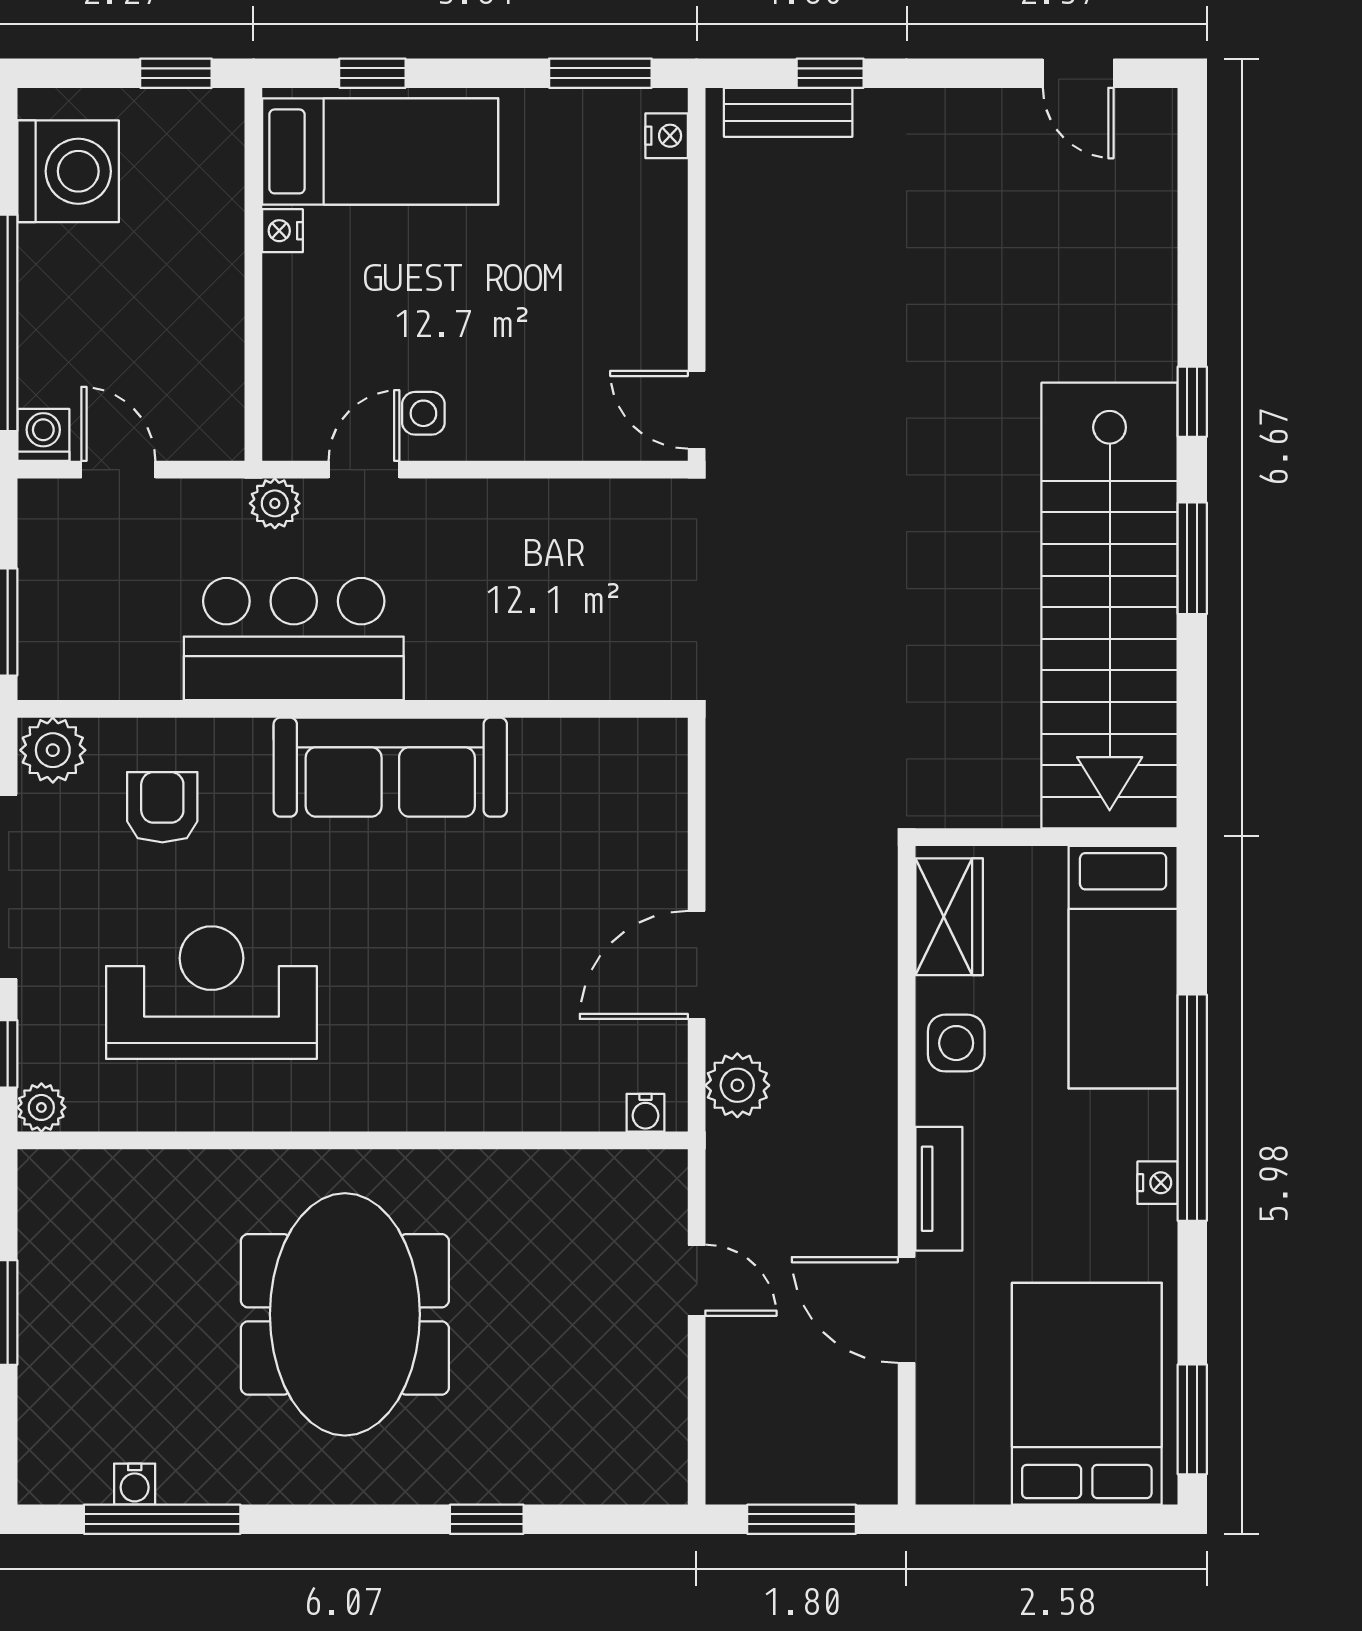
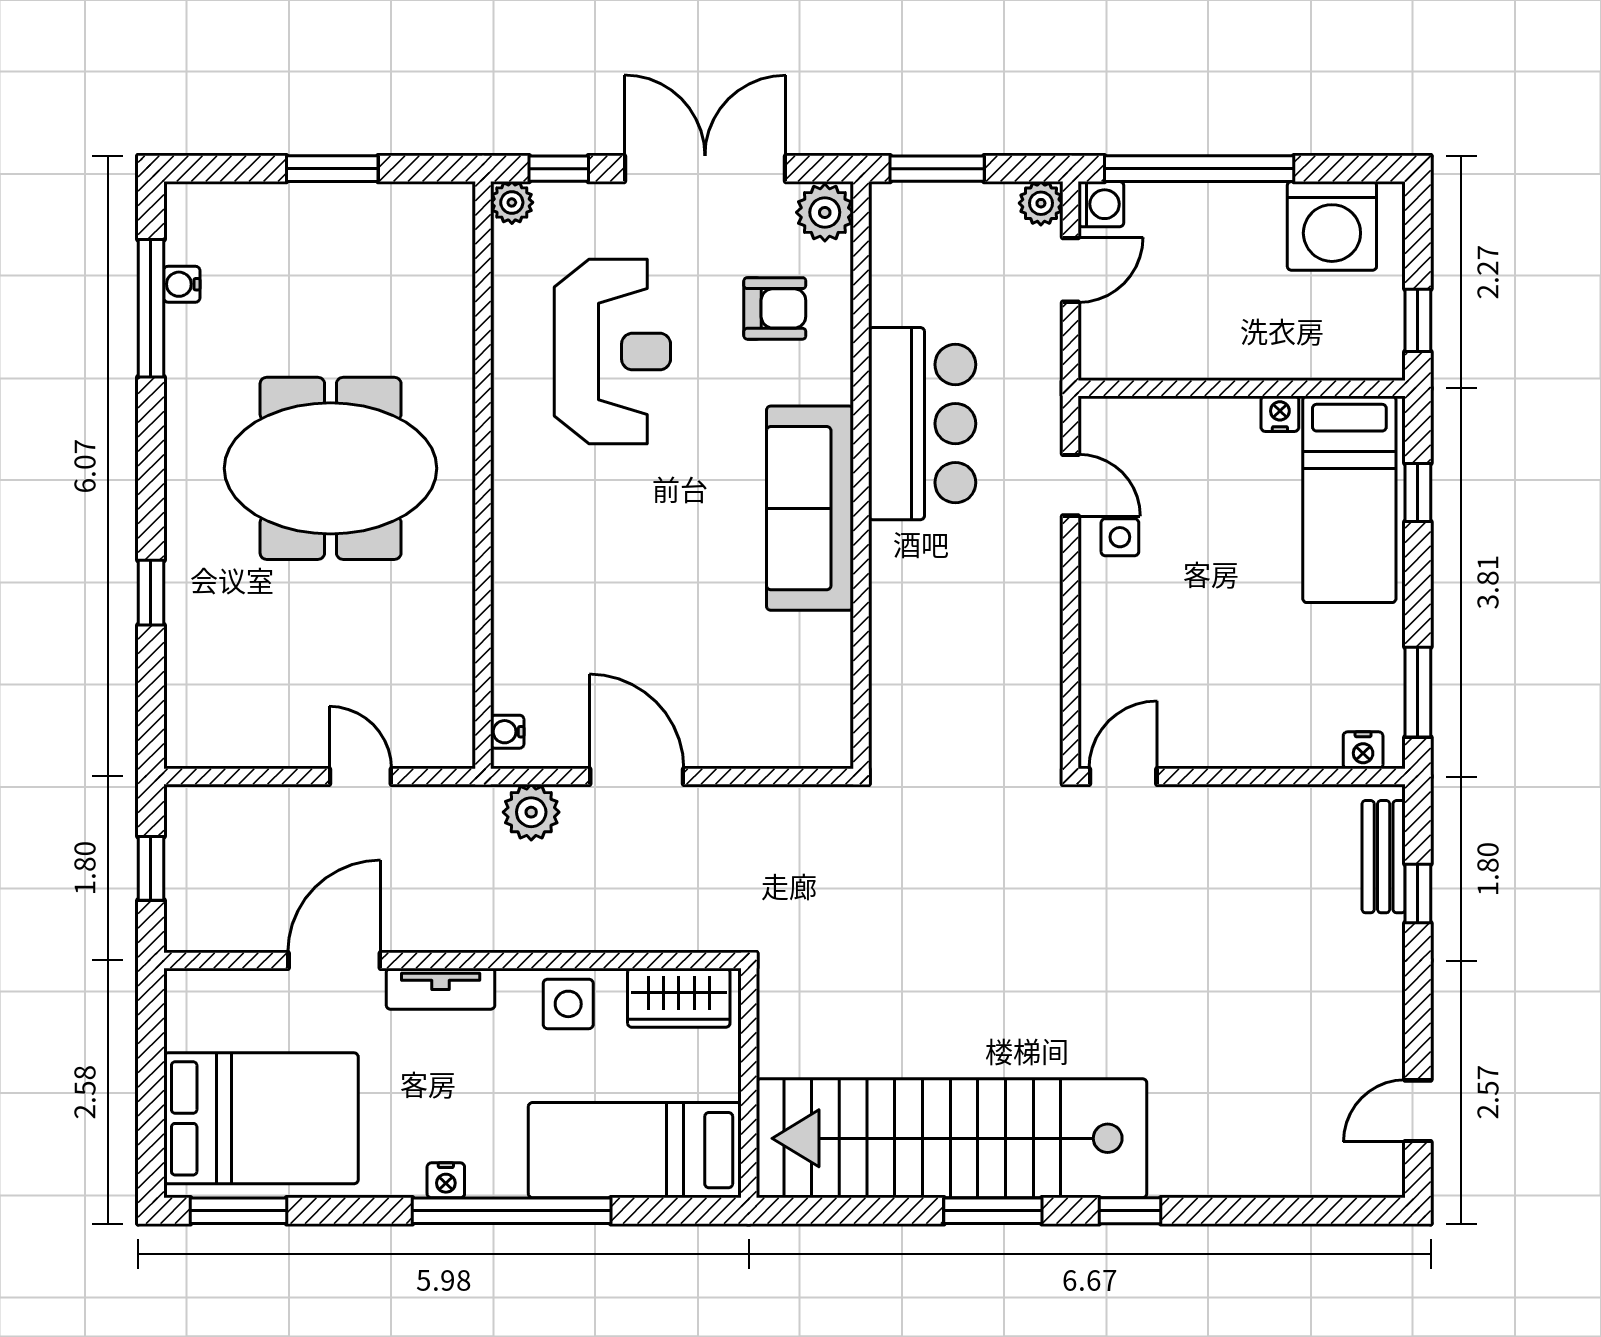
plant: (275, 503) -> (1041, 203), moved
door: (697, 1280) -> (360, 777), swing flipped
window: (802, 1519) -> (151, 868), width x0.67

